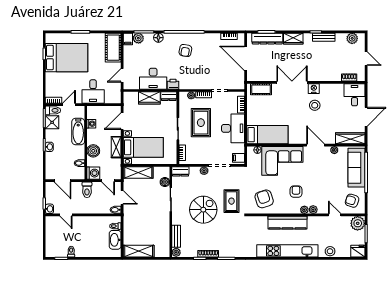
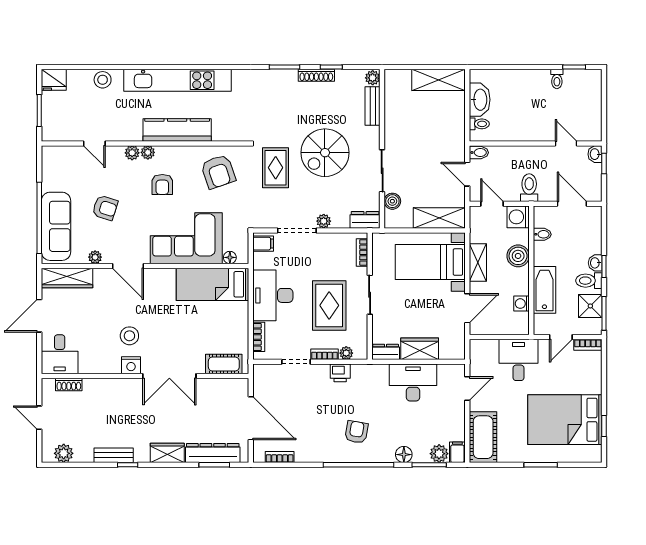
printer: (173, 84) -> (340, 373), moved
toilet: (53, 110) -> (589, 281), moved
armchair: (352, 201) -> (105, 208), moved
plant: (358, 223) -> (54, 129), removed

